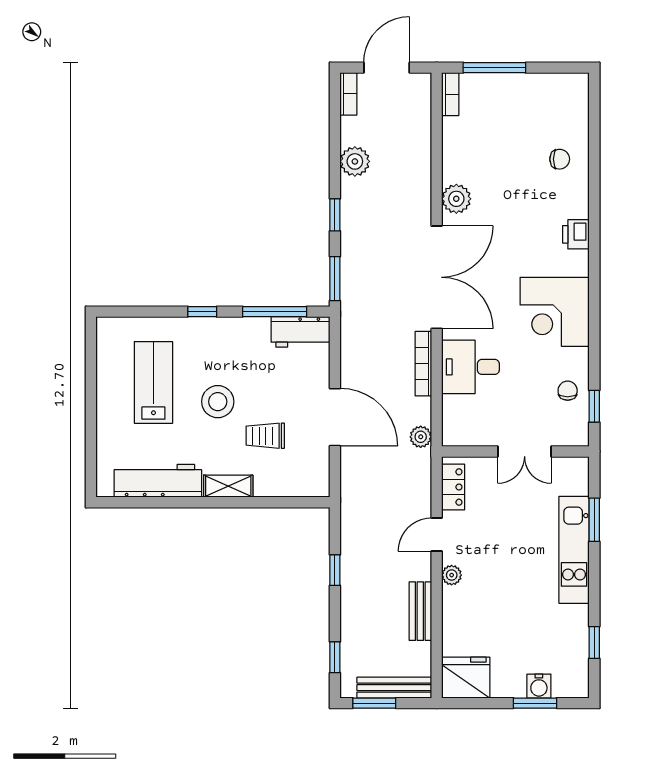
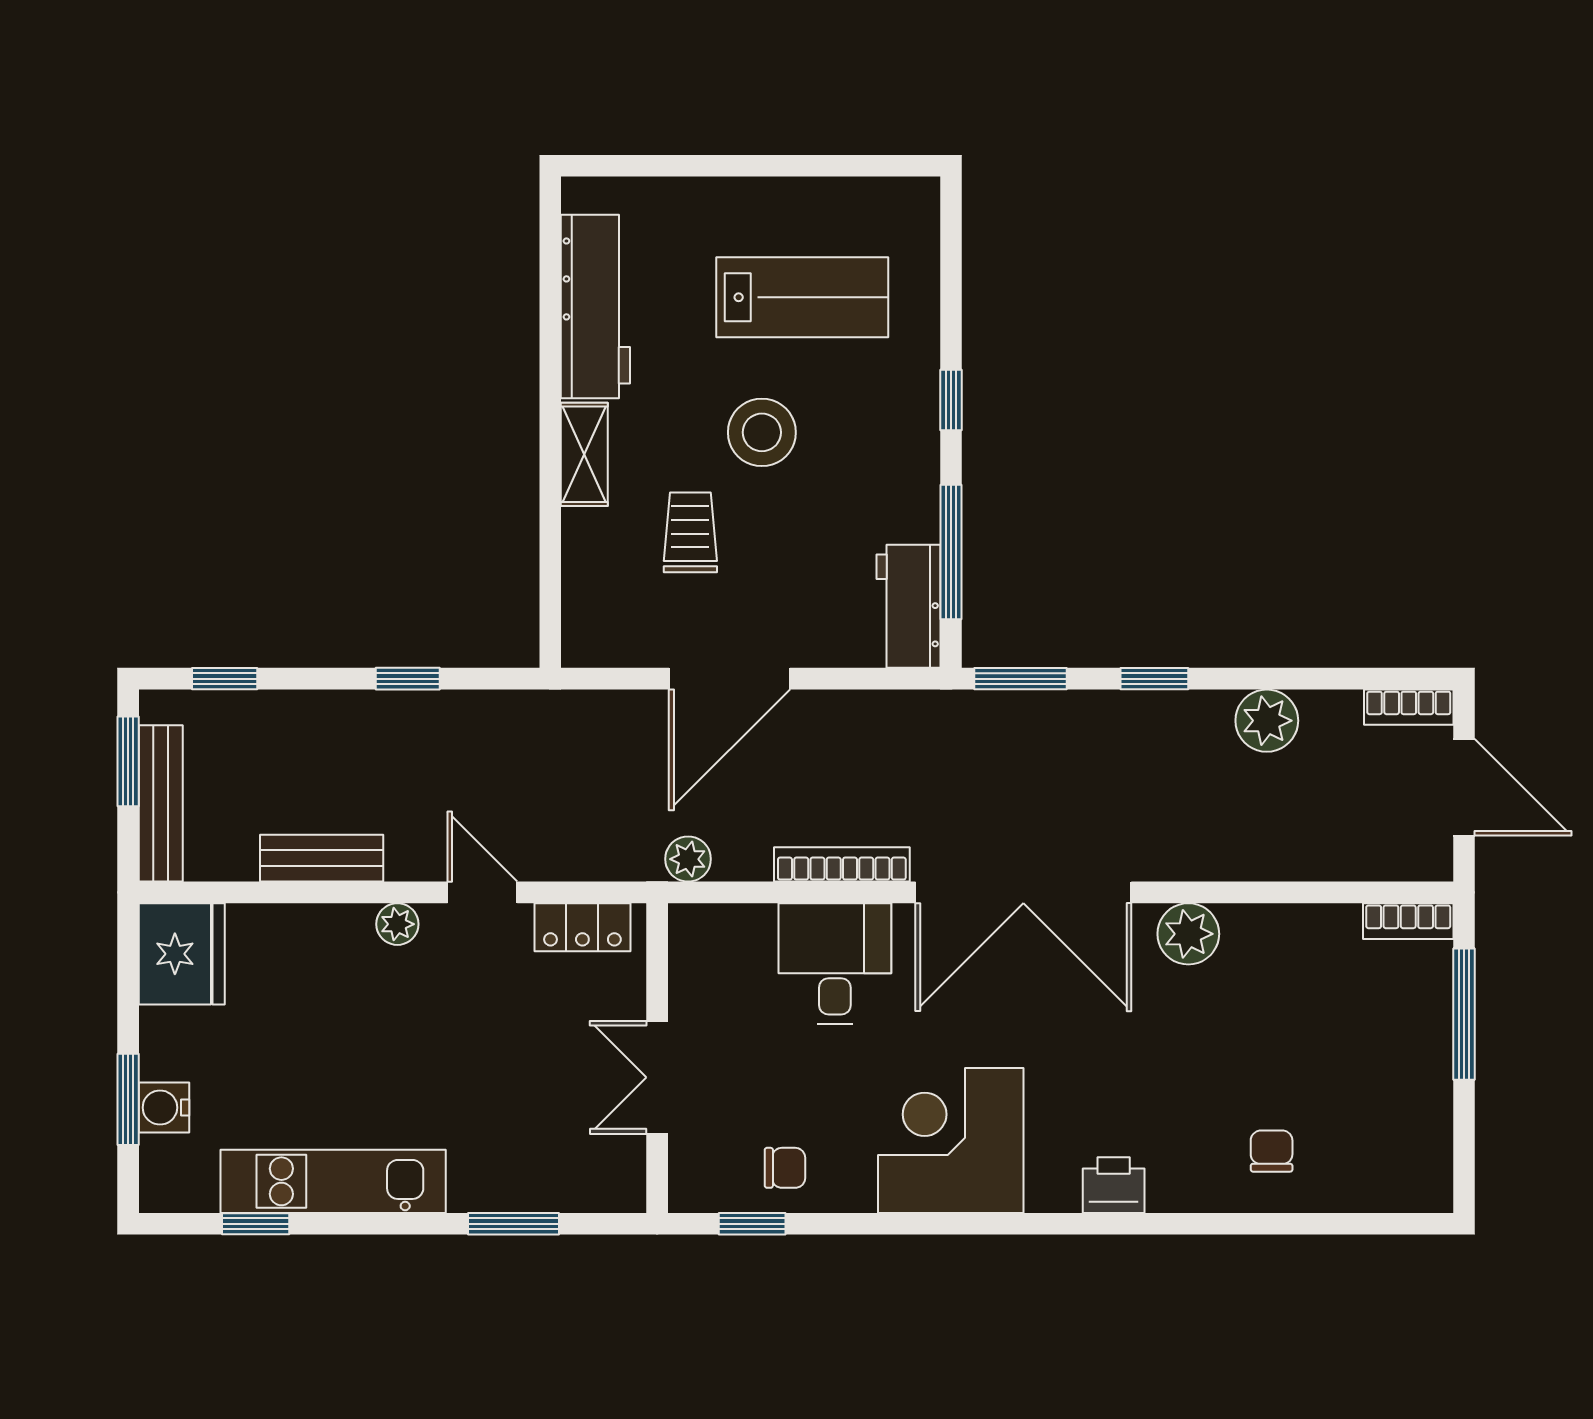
chair: (560, 159) -> (1272, 1151), turned 180
kitchen unit: (574, 550) -> (333, 1181), moved

